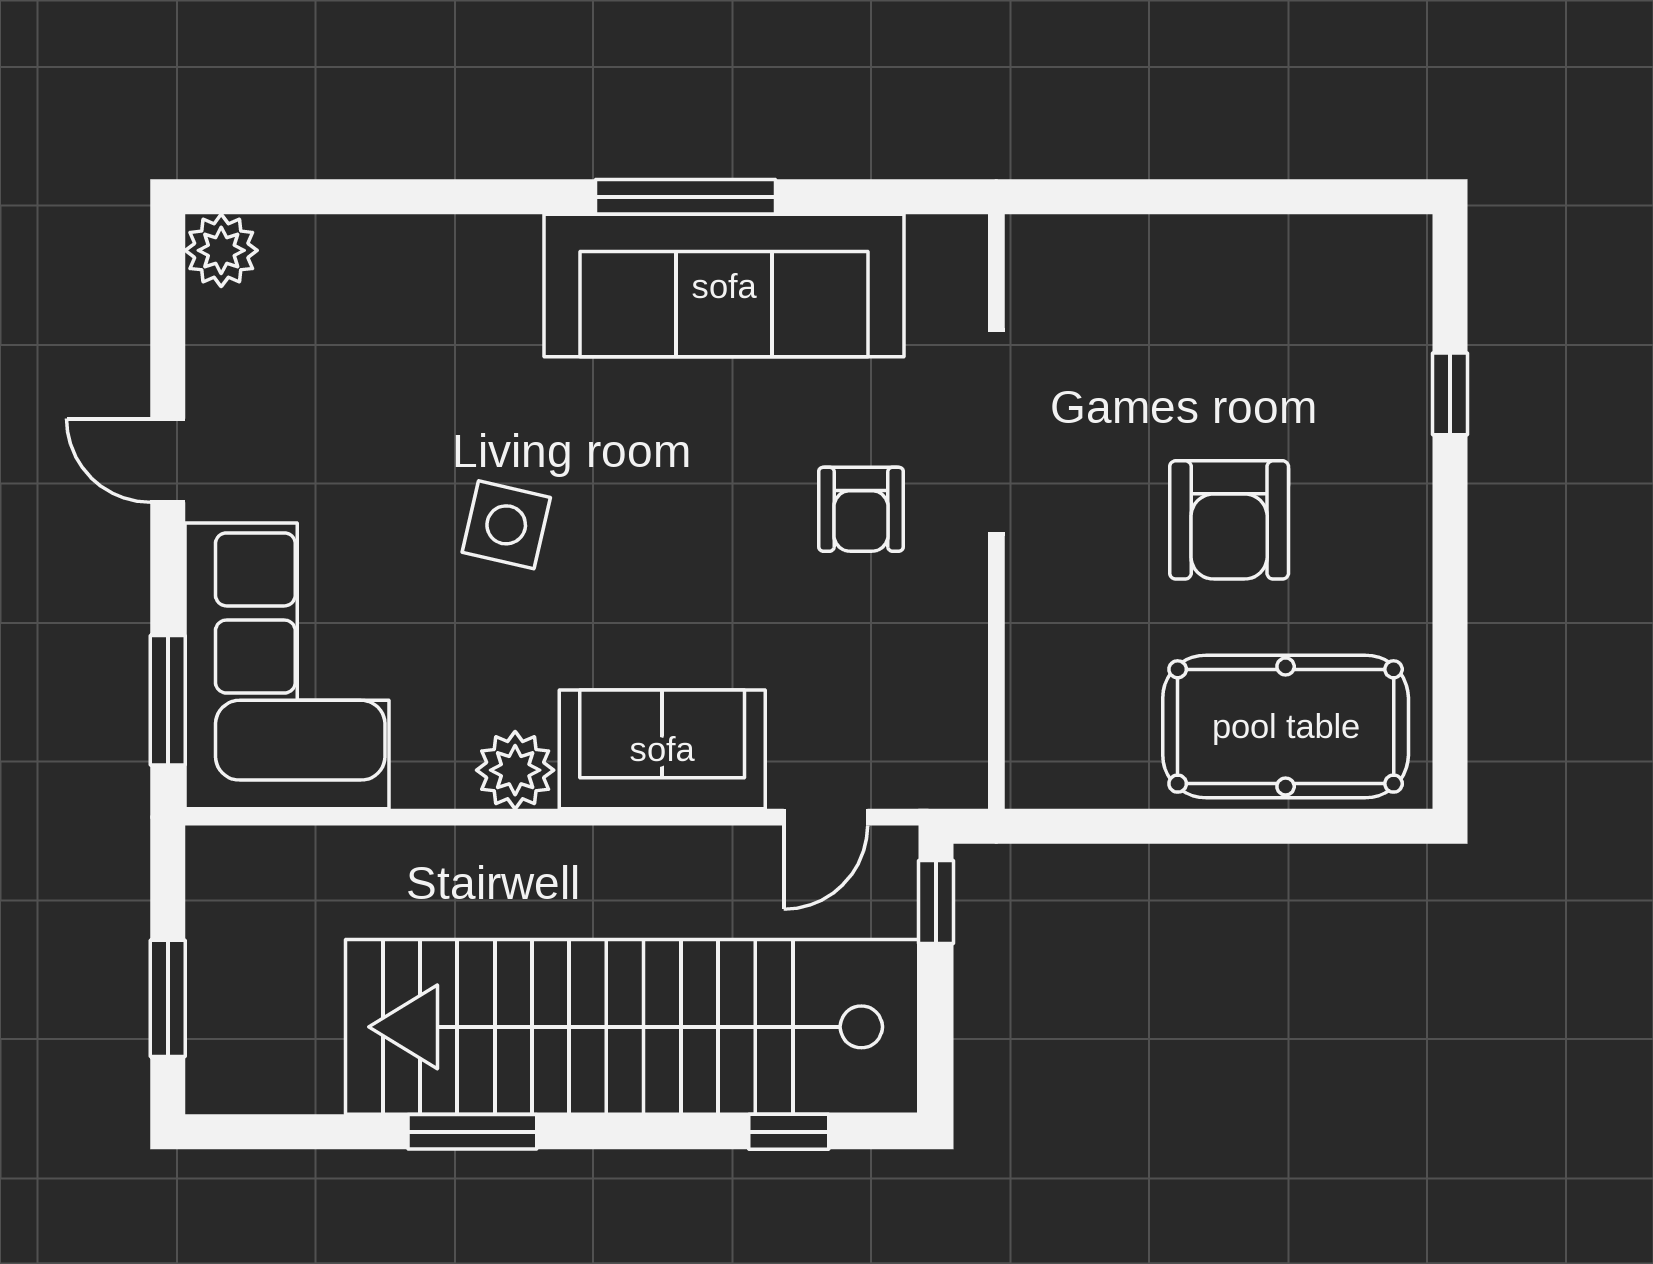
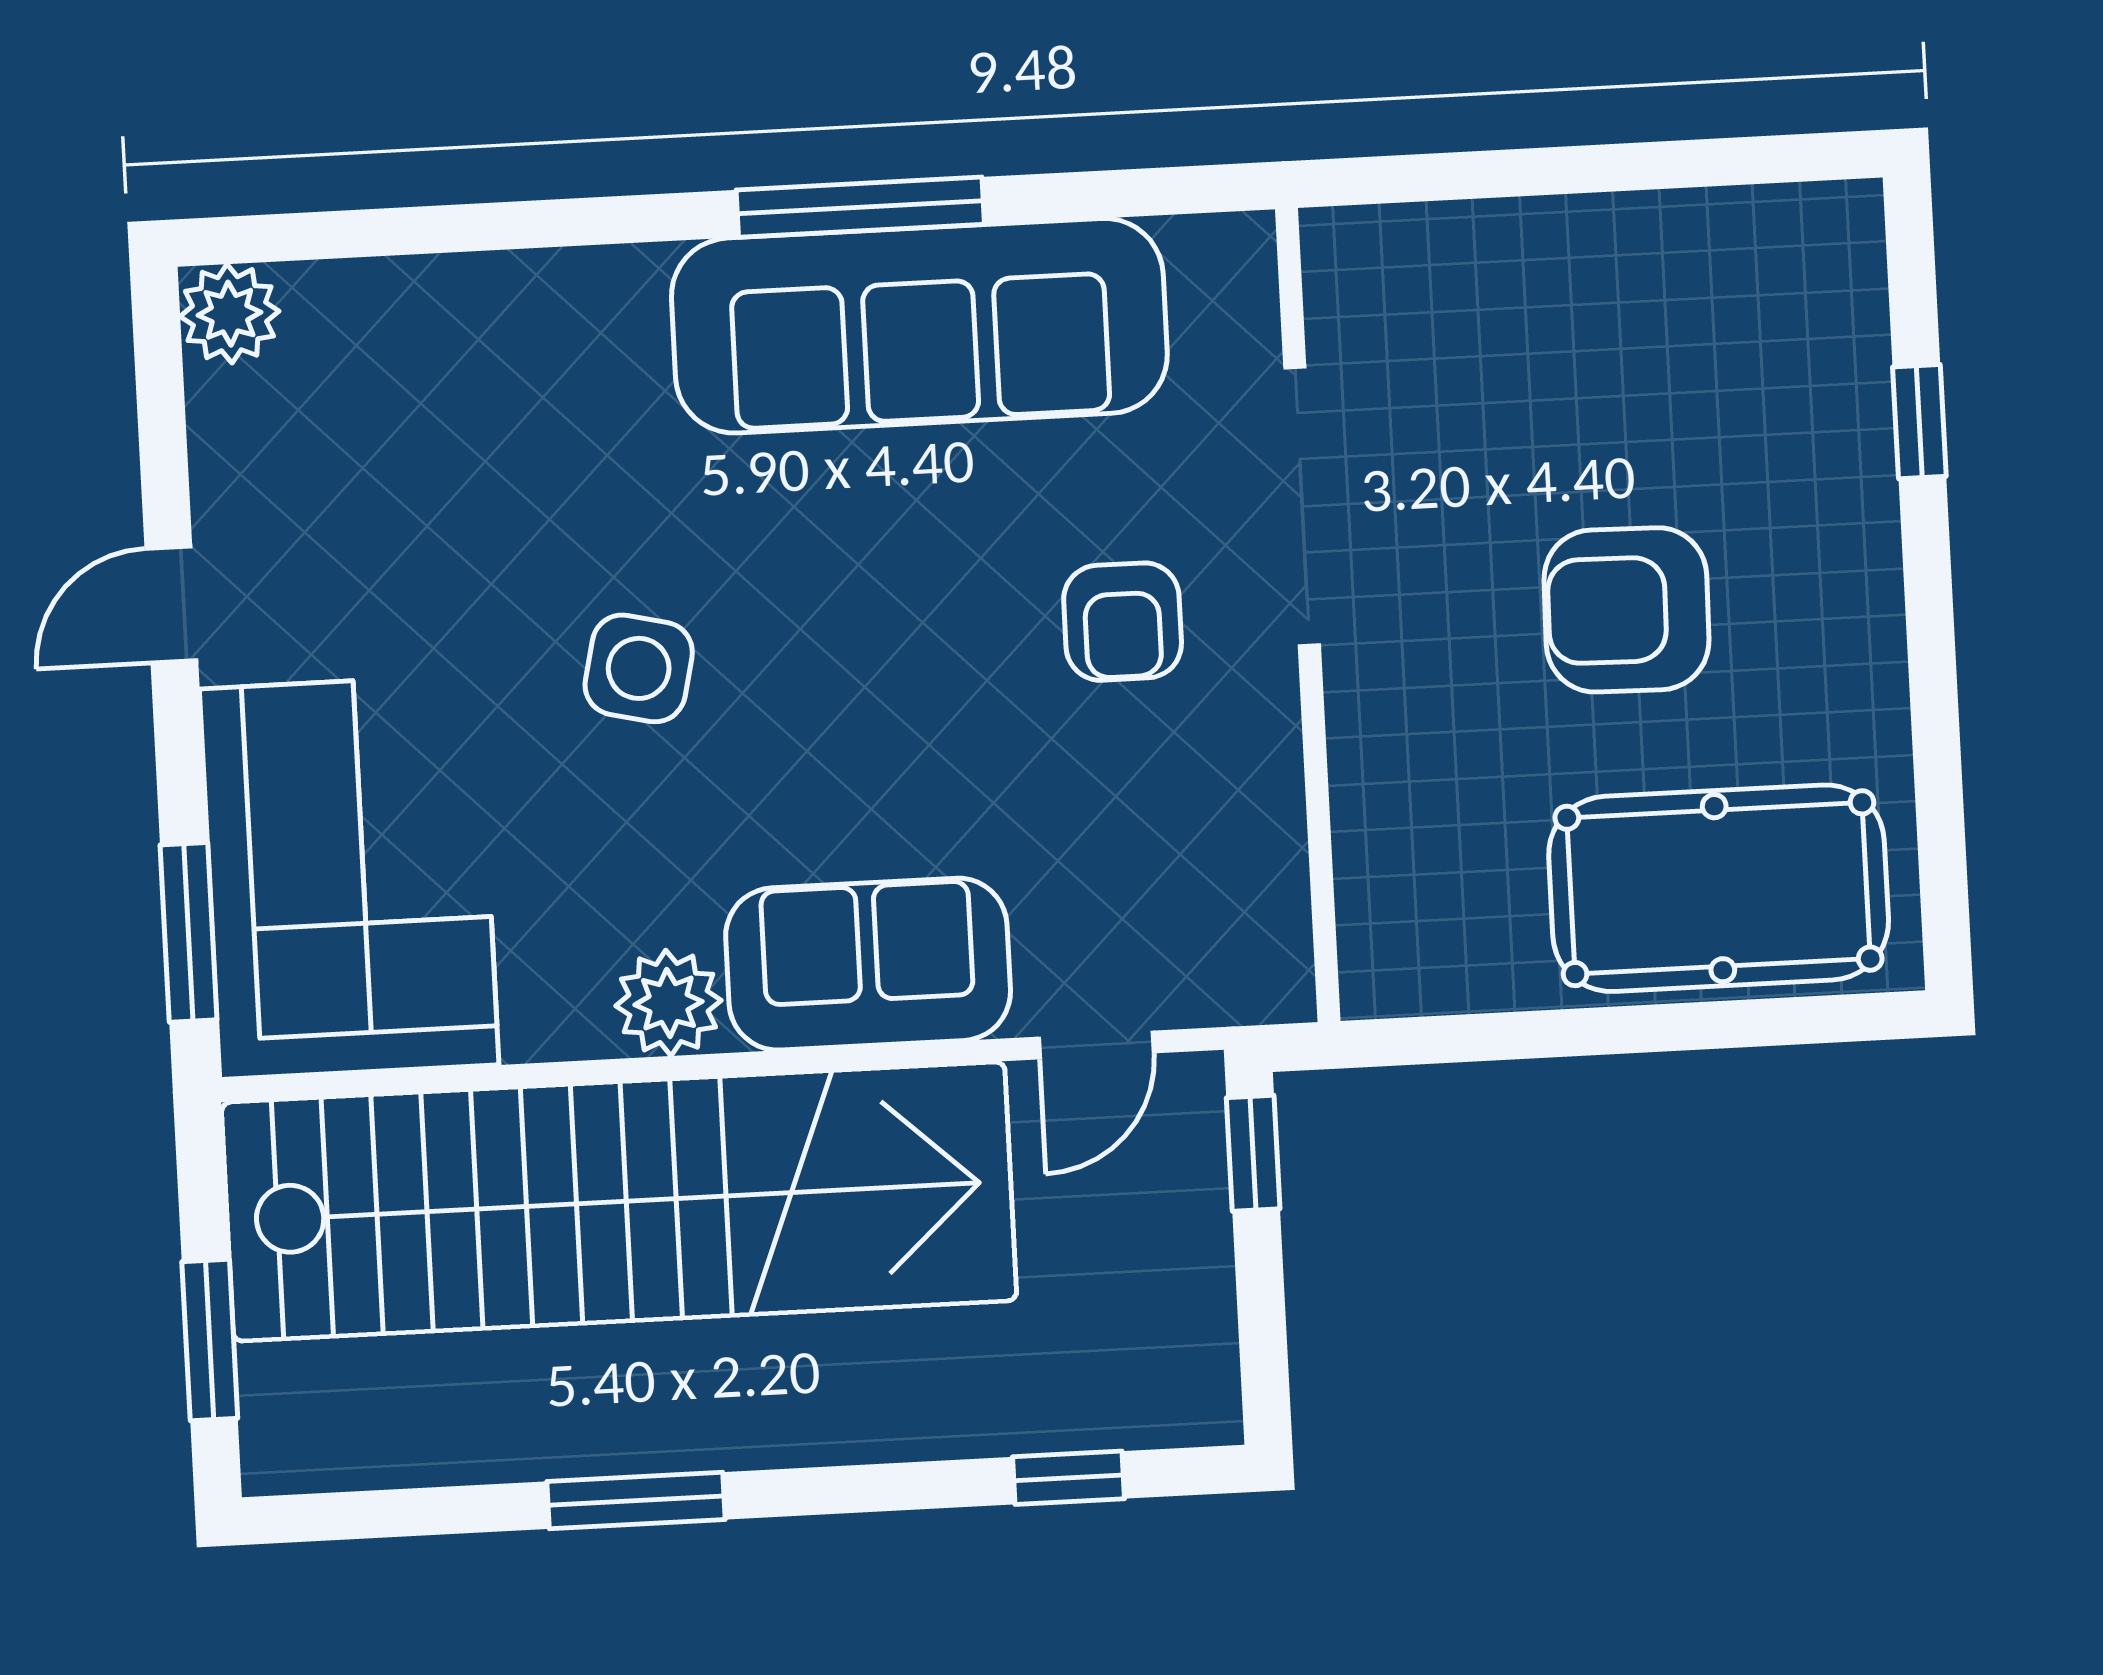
door: (168, 460) -> (171, 605), hinge flipped
armchair: (1229, 520) -> (1626, 610), turned 91
stairs: (632, 1027) -> (619, 1202), moved, turned 180

